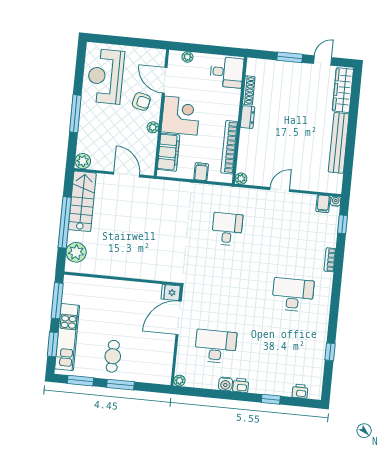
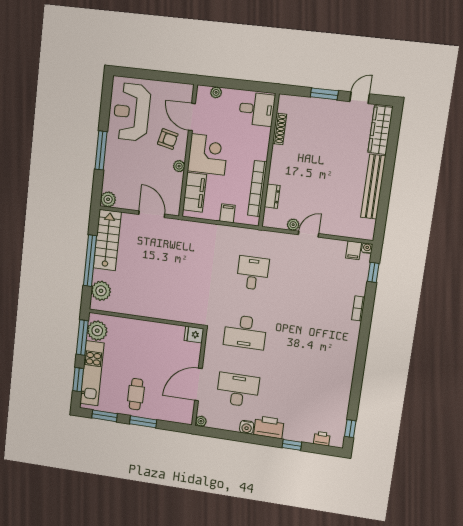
dresser: (248, 117) -> (272, 196), moved
plant: (241, 179) -> (293, 225), moved
plant: (72, 293) -> (97, 331), added
desk: (293, 295) -> (245, 332), moved, turned 180
door: (179, 318) -> (198, 384), moved
window: (330, 352) -> (350, 429), moved
printer: (241, 385) -> (269, 427), width x1.87, depth x1.48

